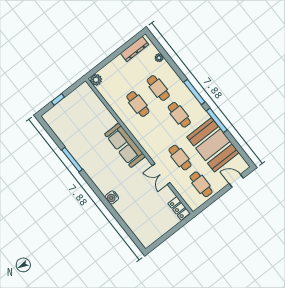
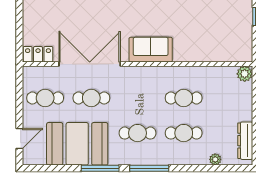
sofa: (125, 145) -> (151, 50), width x0.73
double door: (161, 174) -> (90, 64), width x1.87

